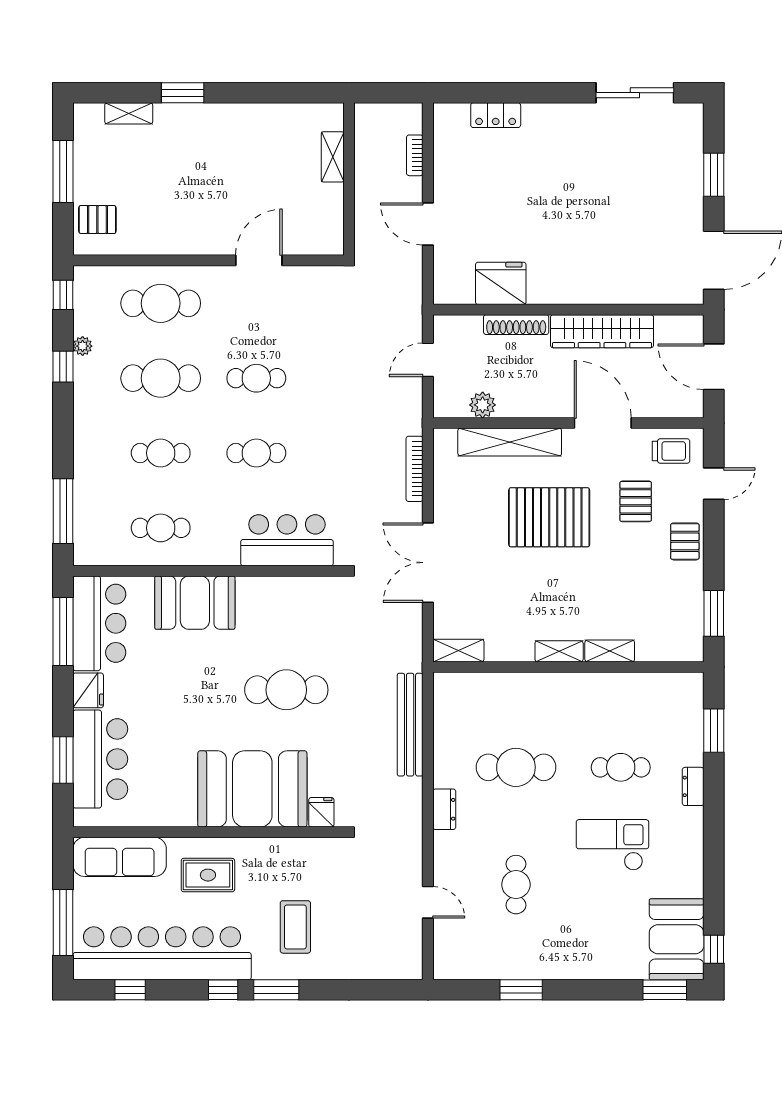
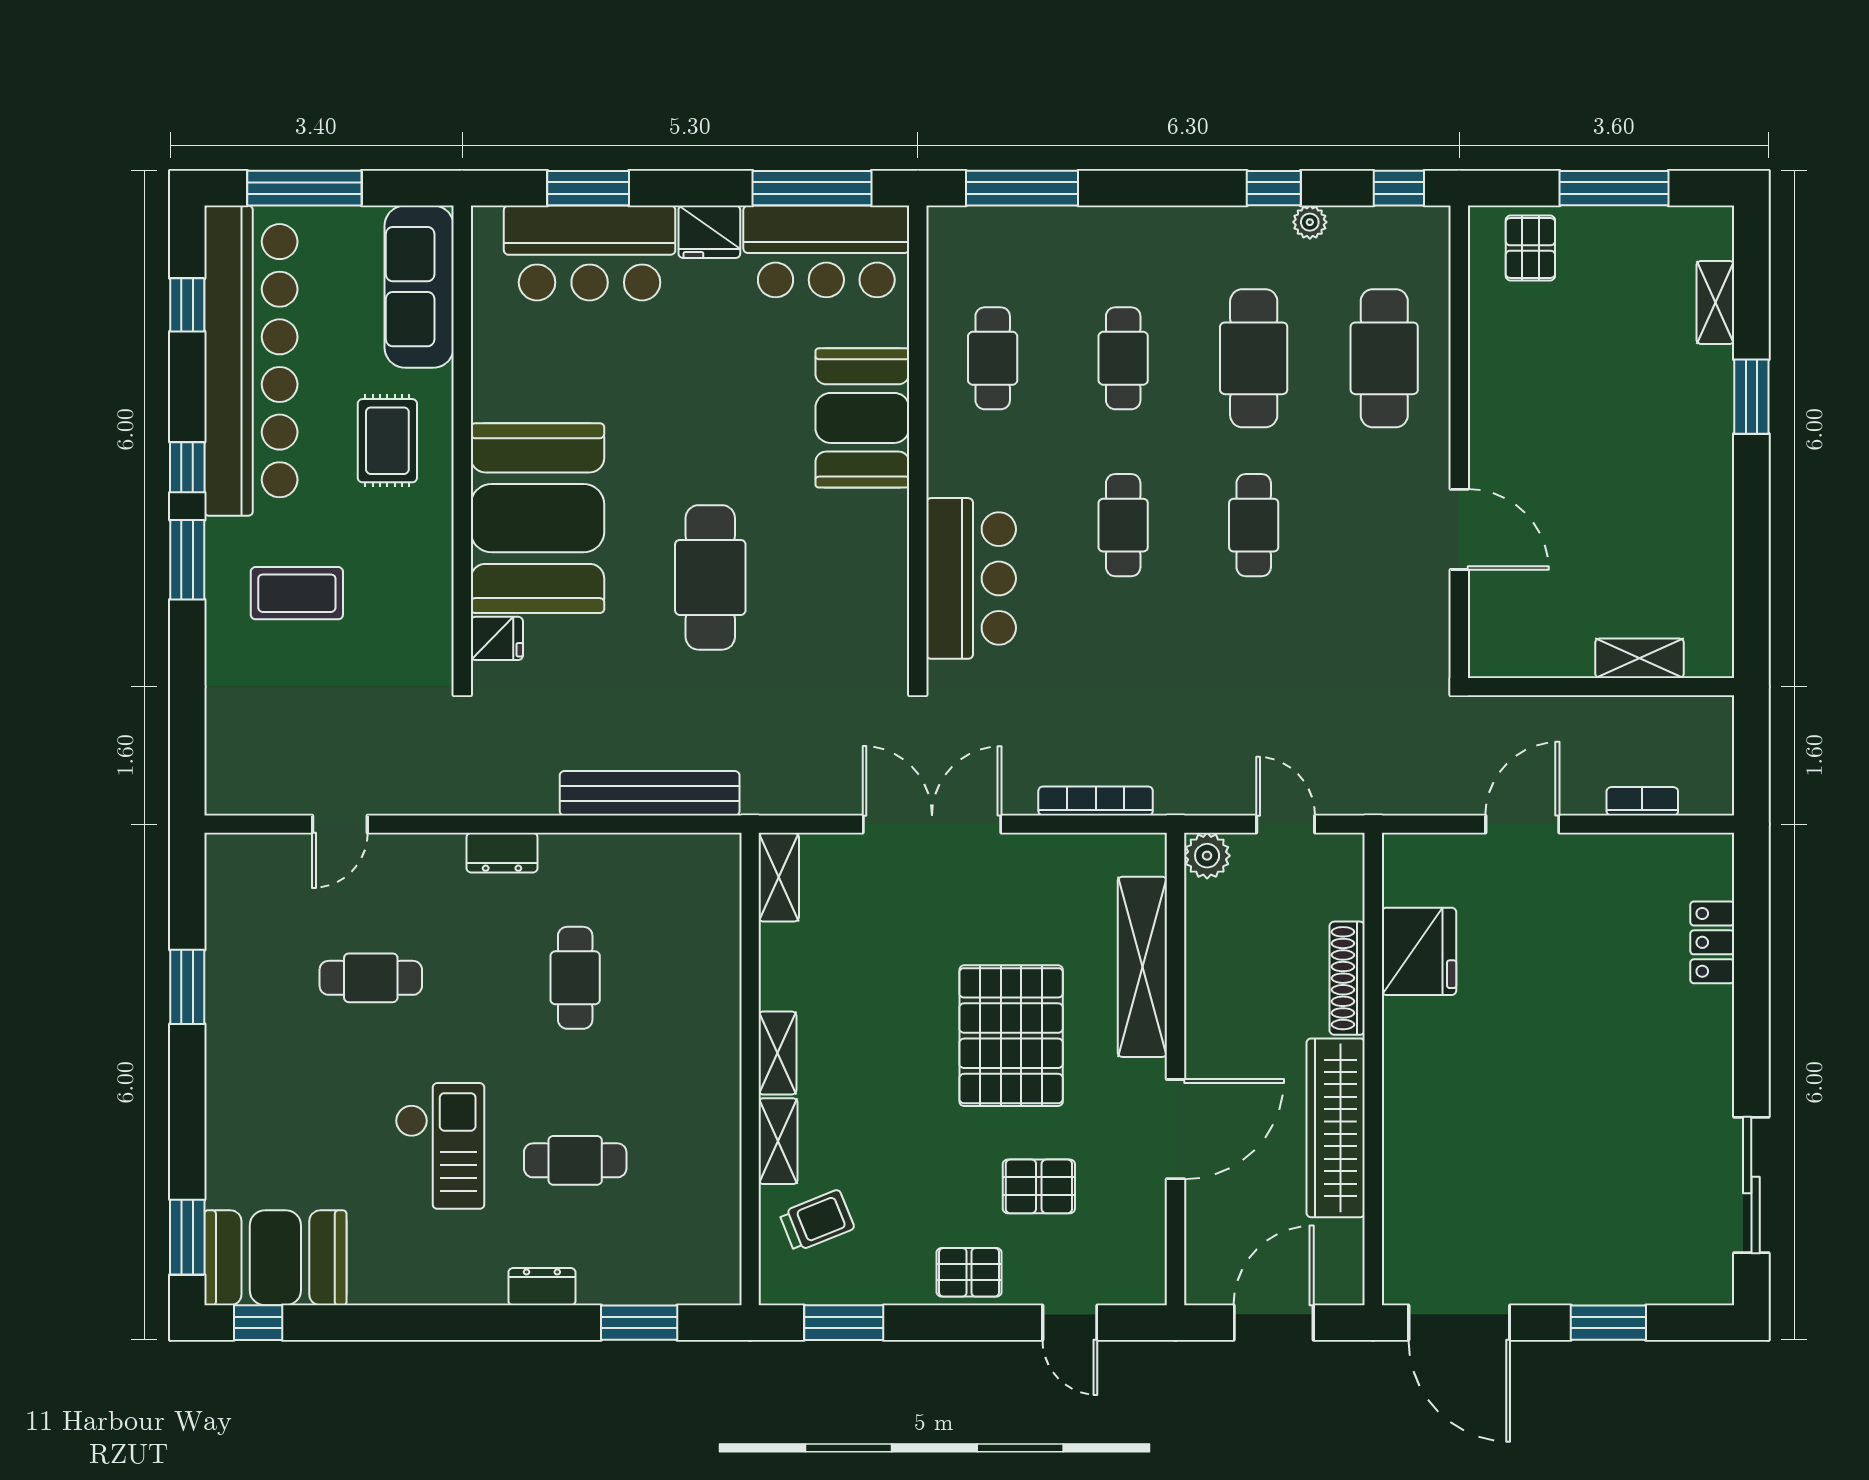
plant: (483, 405) -> (1207, 856), moved
trolley: (671, 451) -> (817, 1221), moved, turned -112
cafe table: (516, 767) -> (575, 978), width x0.73, depth x0.74
cafe table: (621, 767) -> (575, 1160), turned 90

